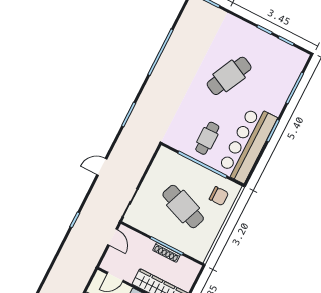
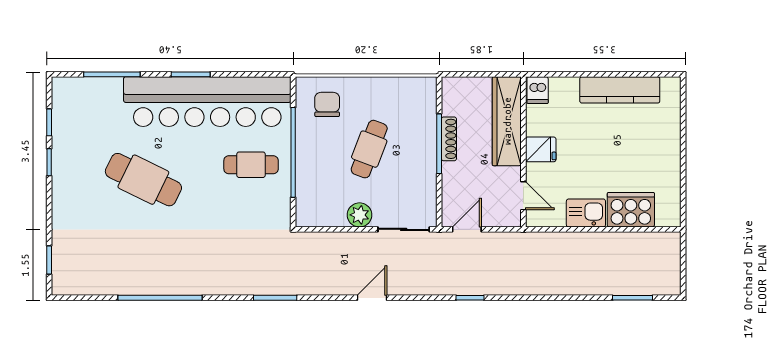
bar counter: (247, 144) -> (207, 102), width x1.36
door: (102, 167) -> (372, 298), swing flipped
plant: (150, 183) -> (359, 215), added
cafe table: (183, 207) -> (369, 149), width x0.73, depth x0.74

